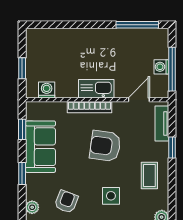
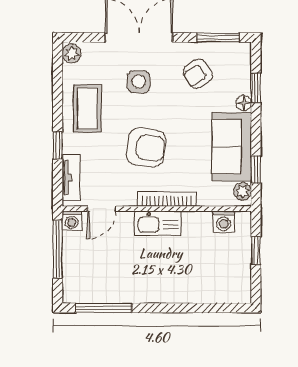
washing machine: (161, 67) -> (72, 221), moved, turned 90
window: (22, 174) -> (256, 88), moved
coffee table: (149, 175) -> (87, 109), width x1.36, depth x1.30
floor lamp: (31, 180) -> (244, 103), added
armchair: (66, 202) -> (198, 74), turned 36
plant: (32, 207) -> (243, 191), moved

